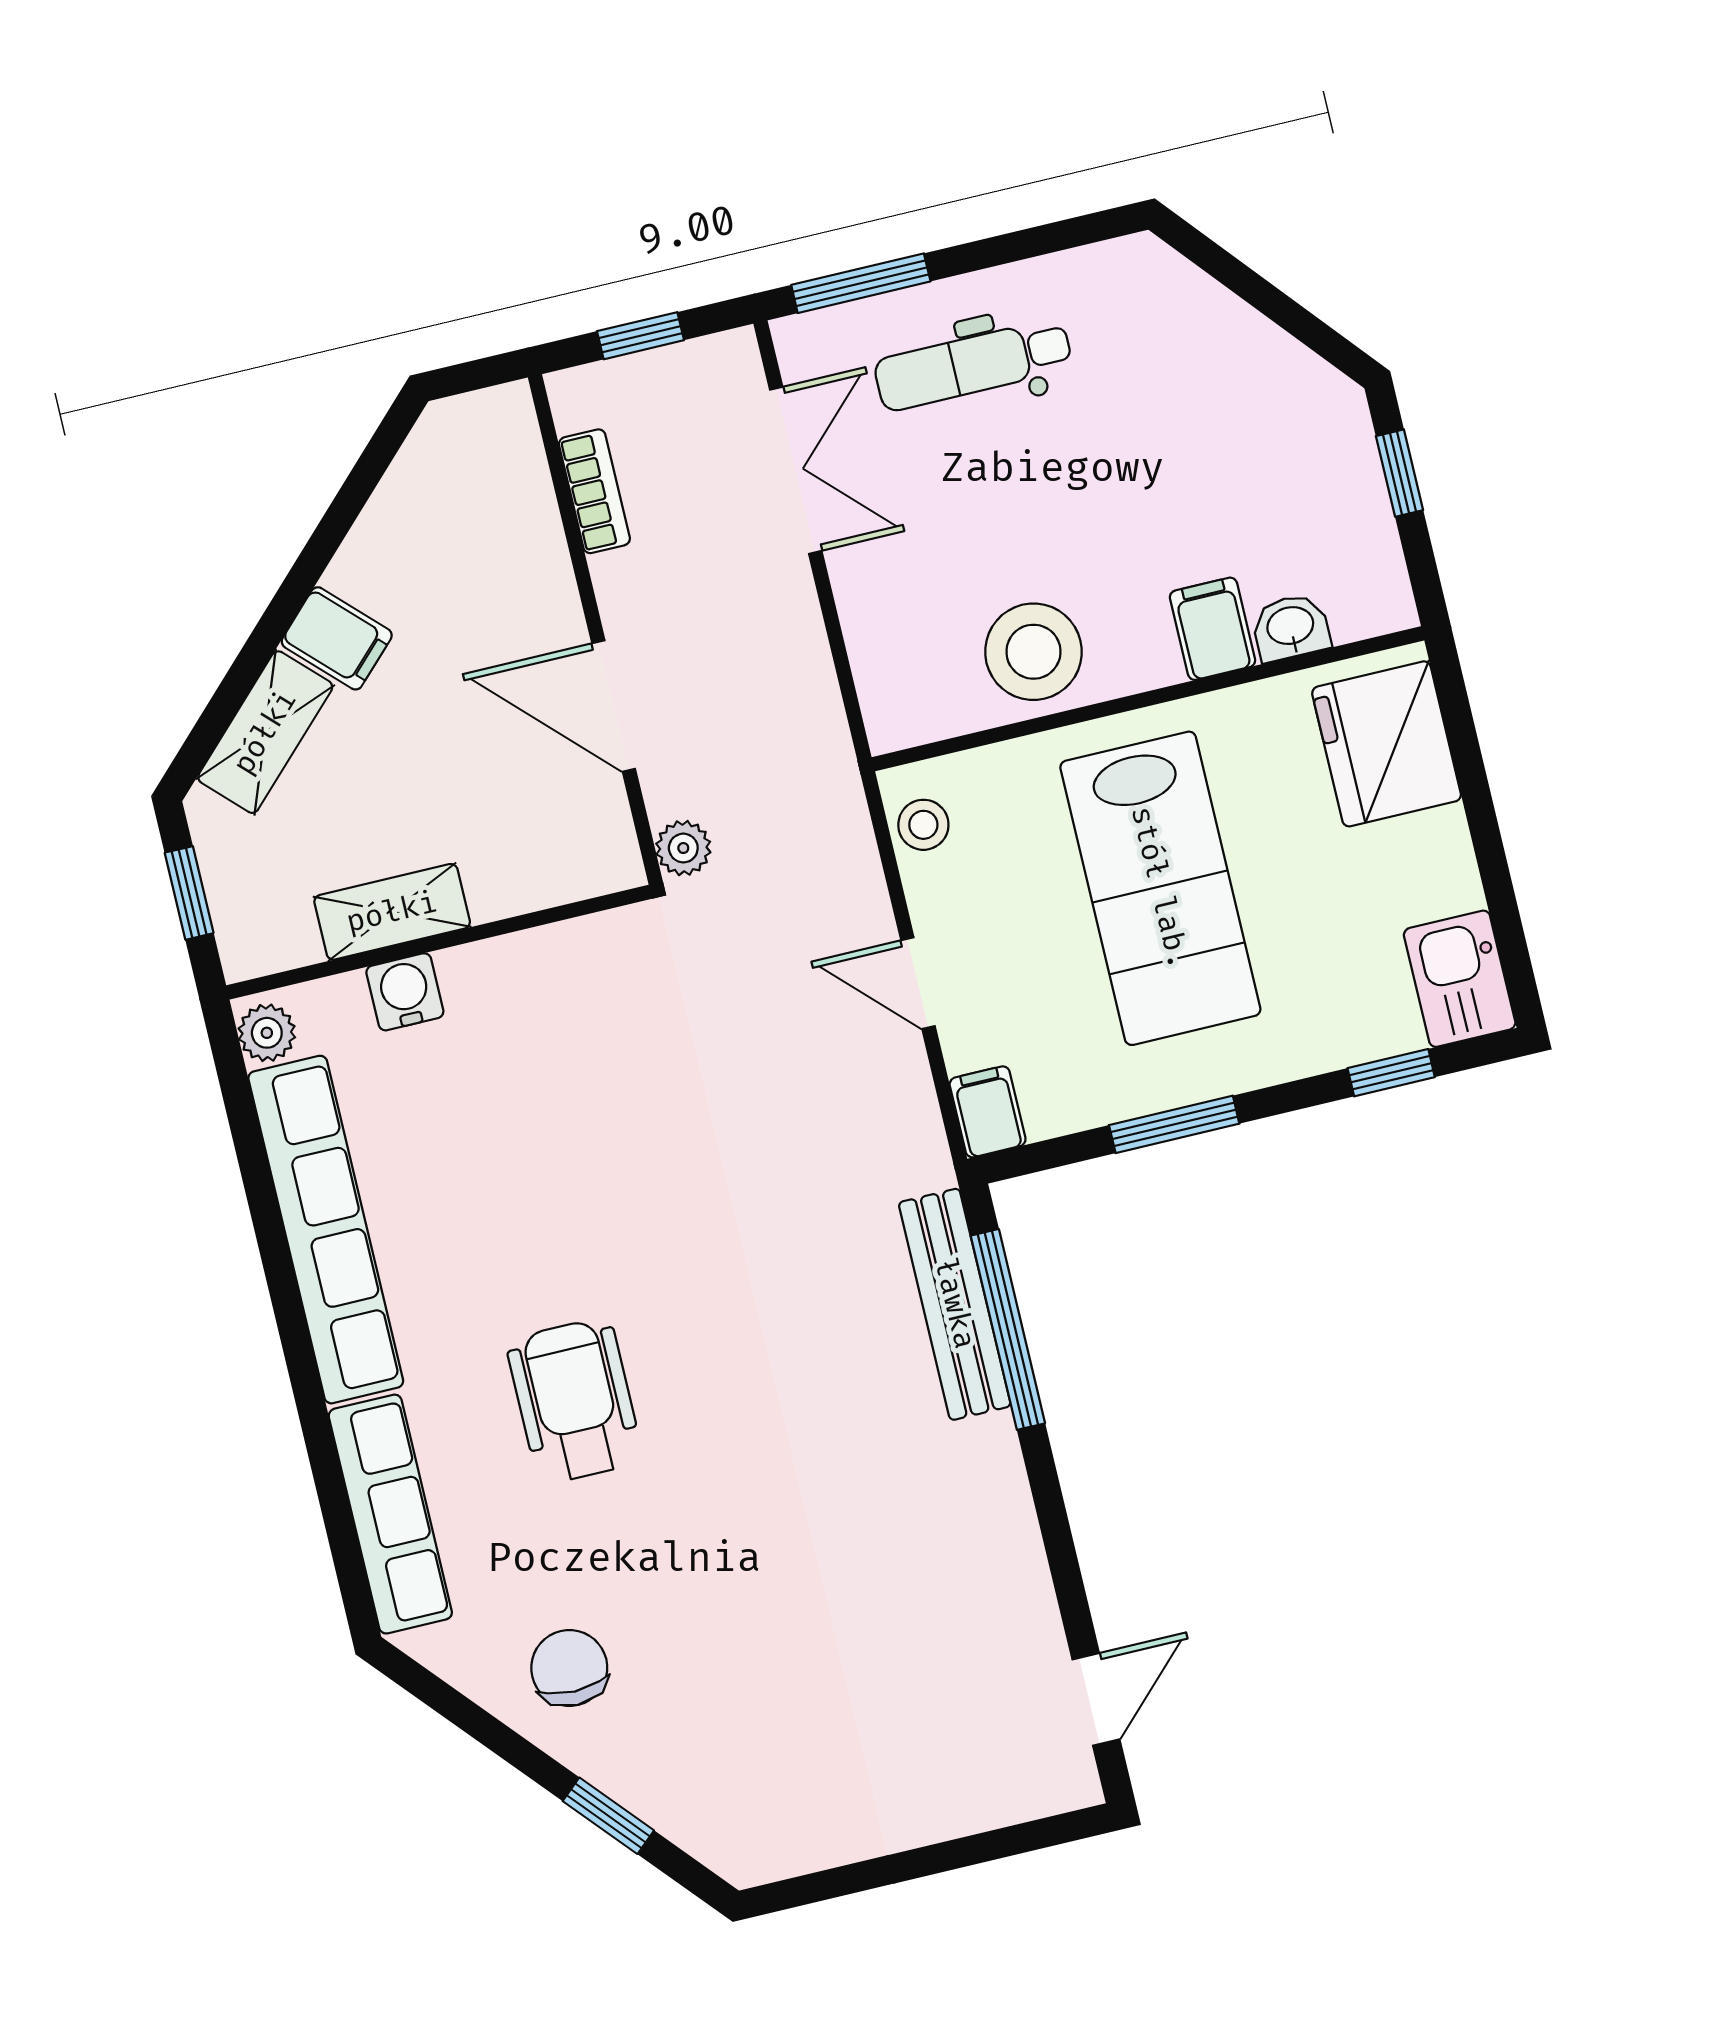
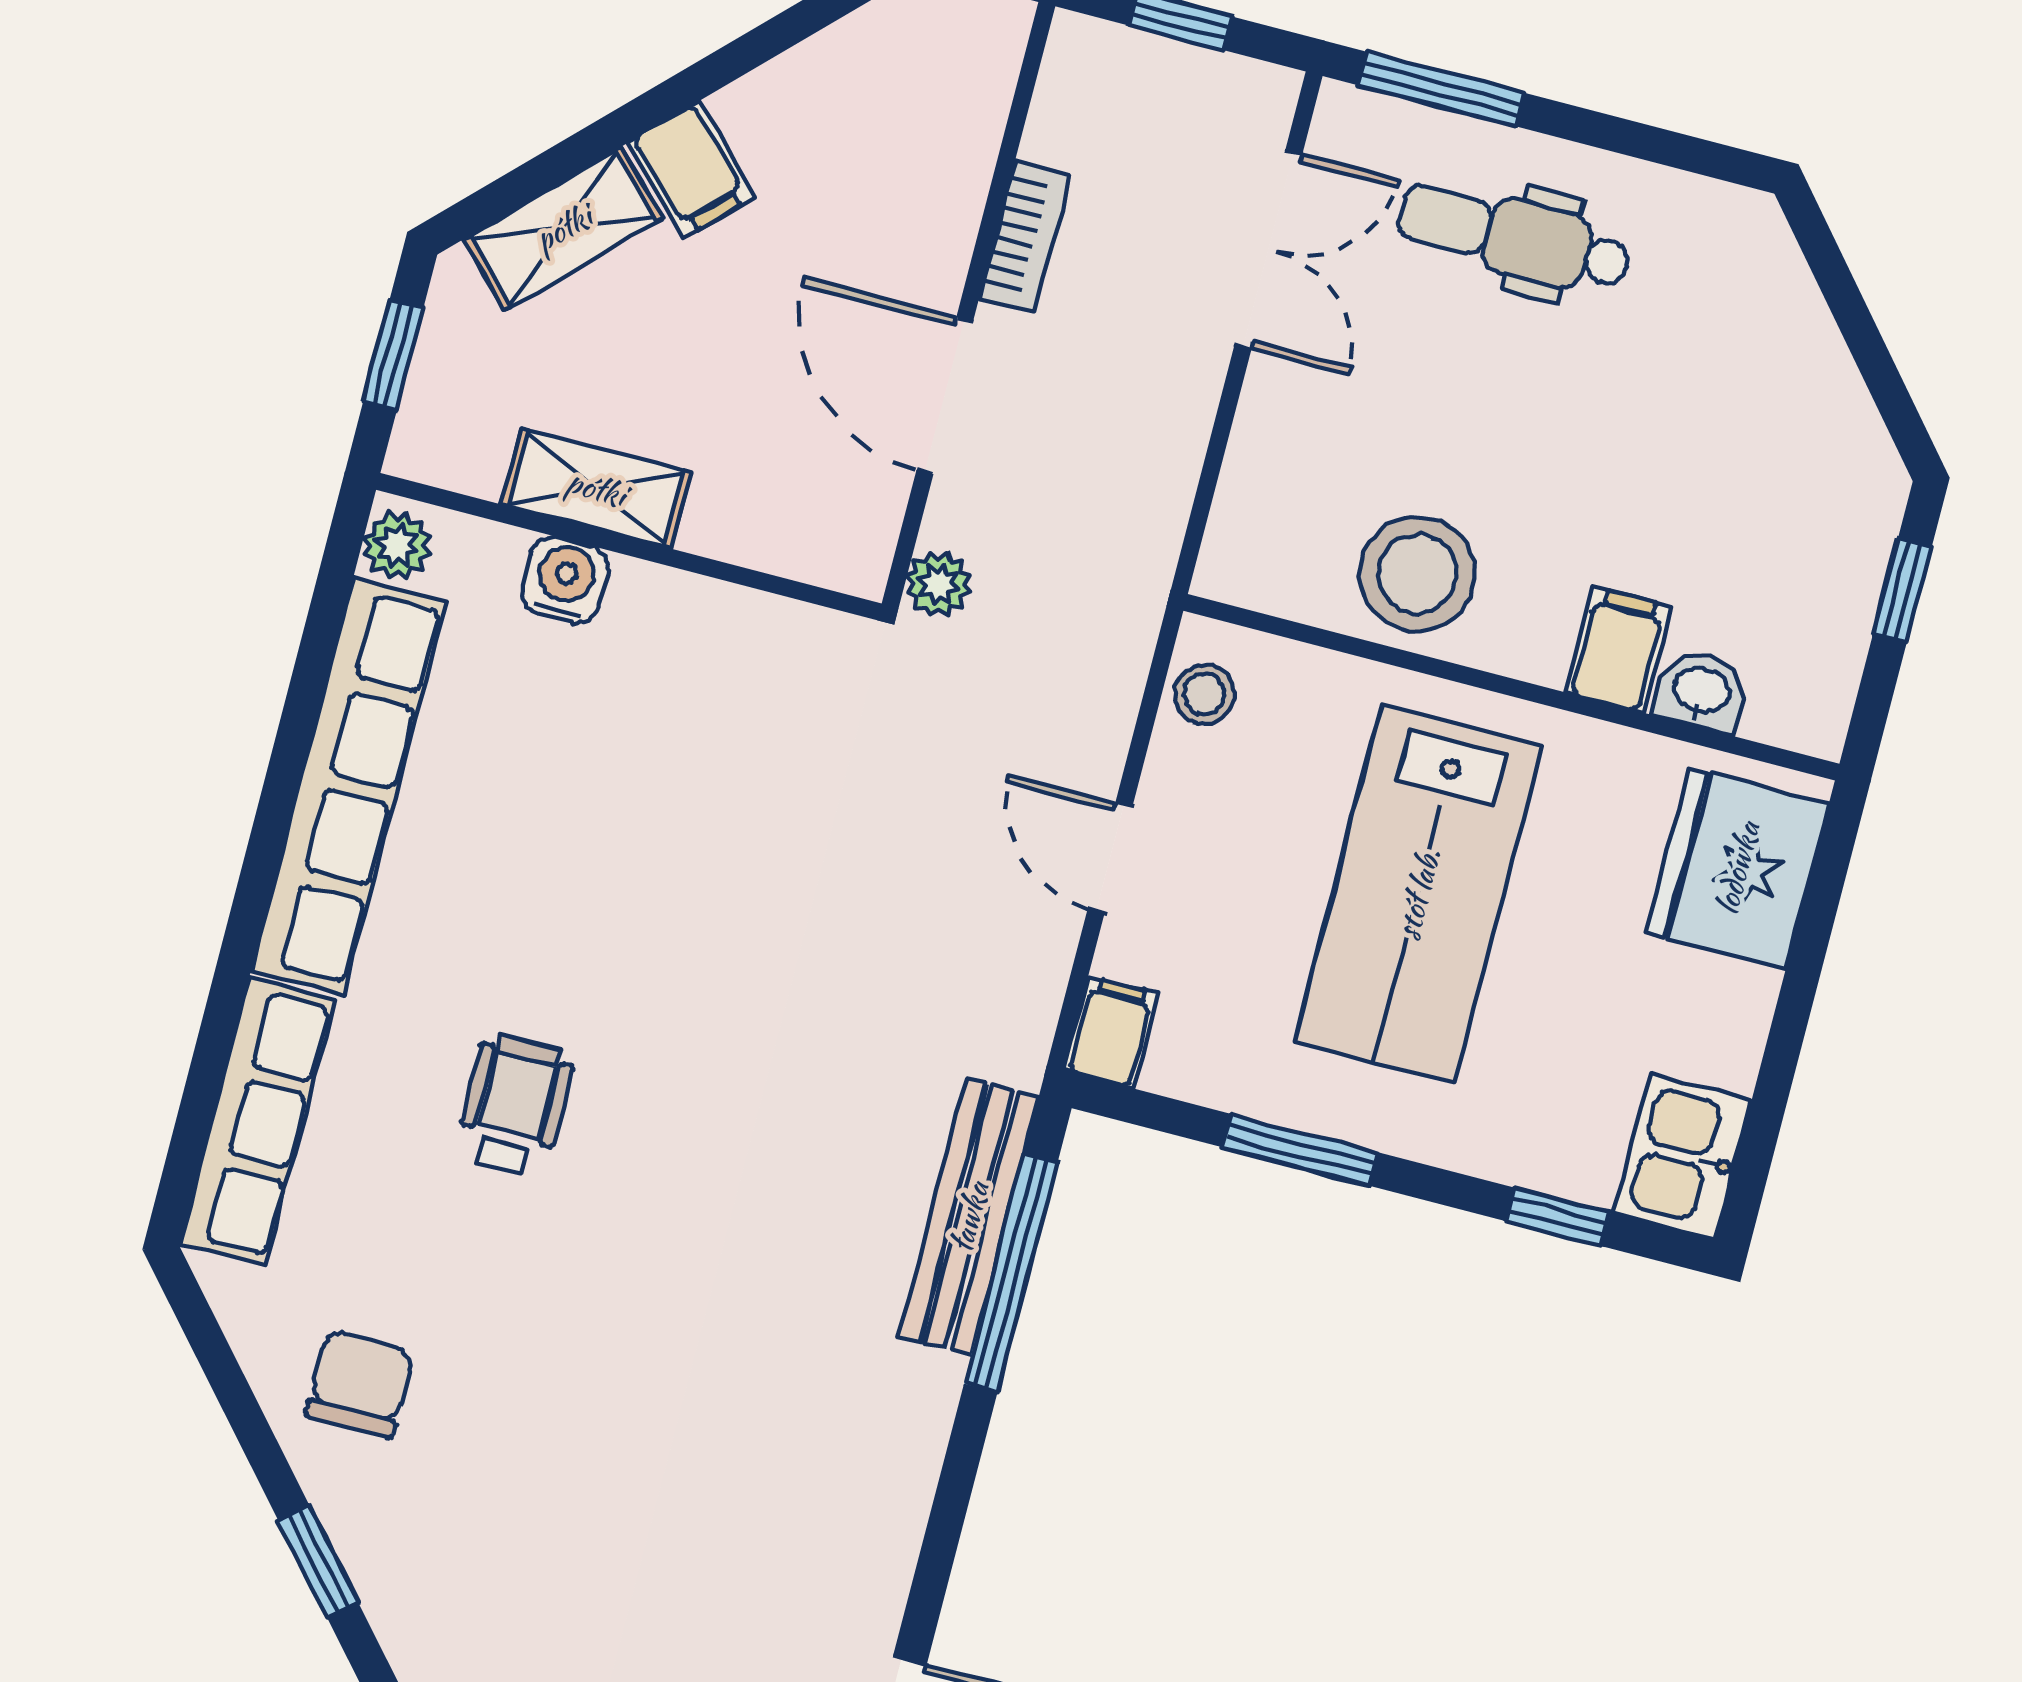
bookcase: (594, 491) -> (1025, 236), moved
wheelchair: (575, 1401) -> (515, 1105), width x0.73, depth x0.73

